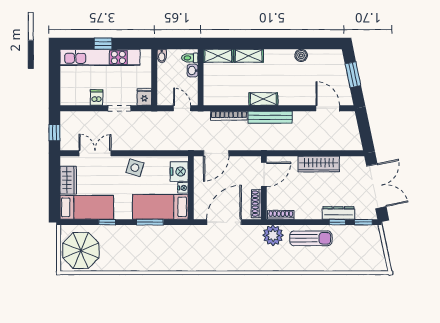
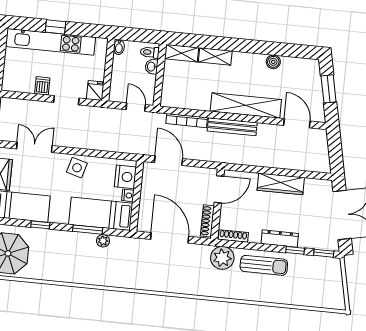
shelving: (263, 99) -> (246, 105), width x2.20, depth x1.33
door: (216, 153) -> (168, 161), swing flipped
dresser: (338, 213) -> (280, 239), moved
door: (224, 222) -> (170, 238), hinge flipped
plant: (165, 231) -> (103, 241), added

